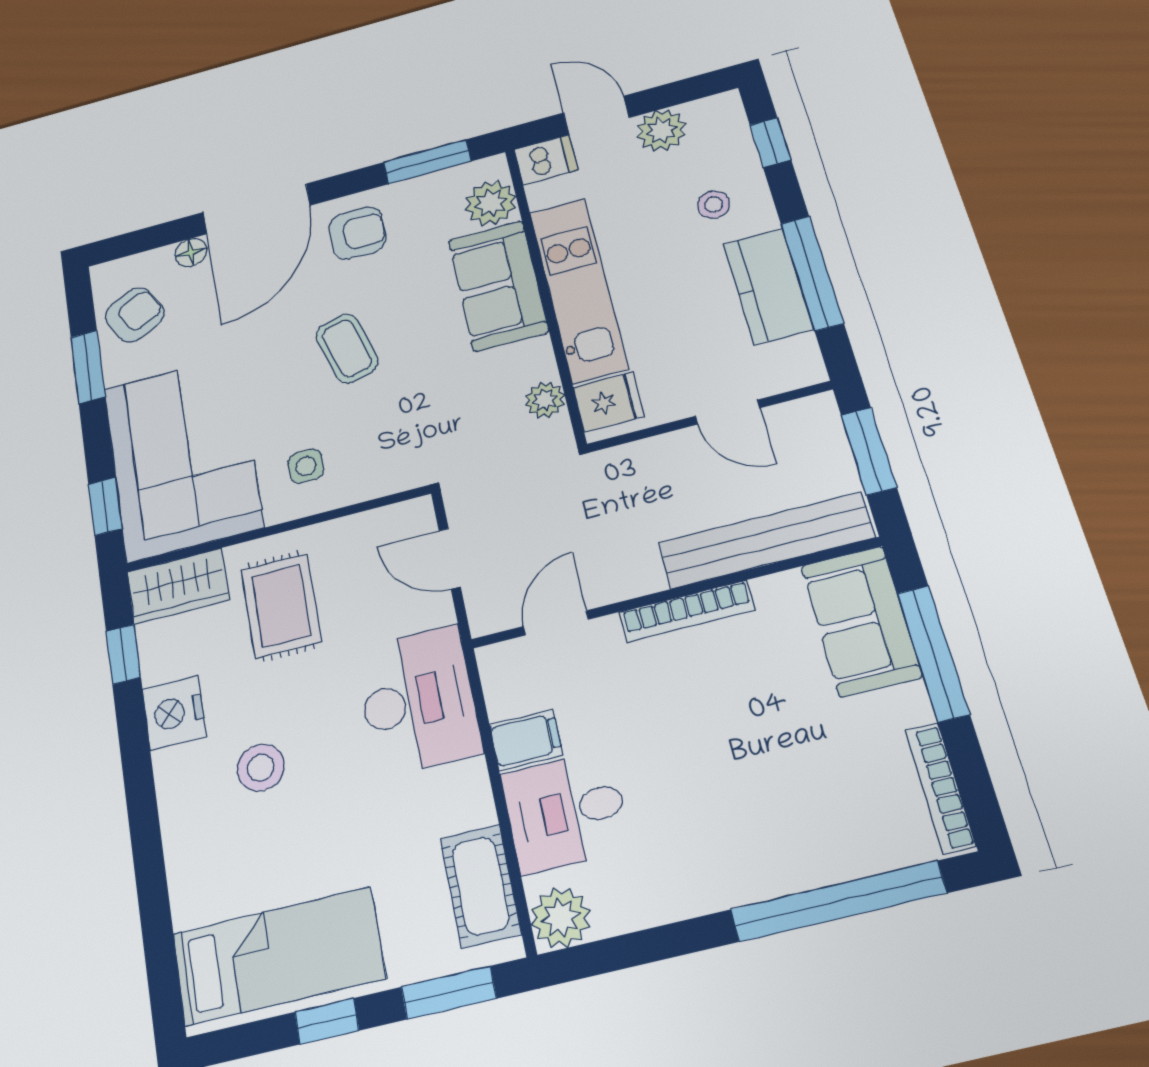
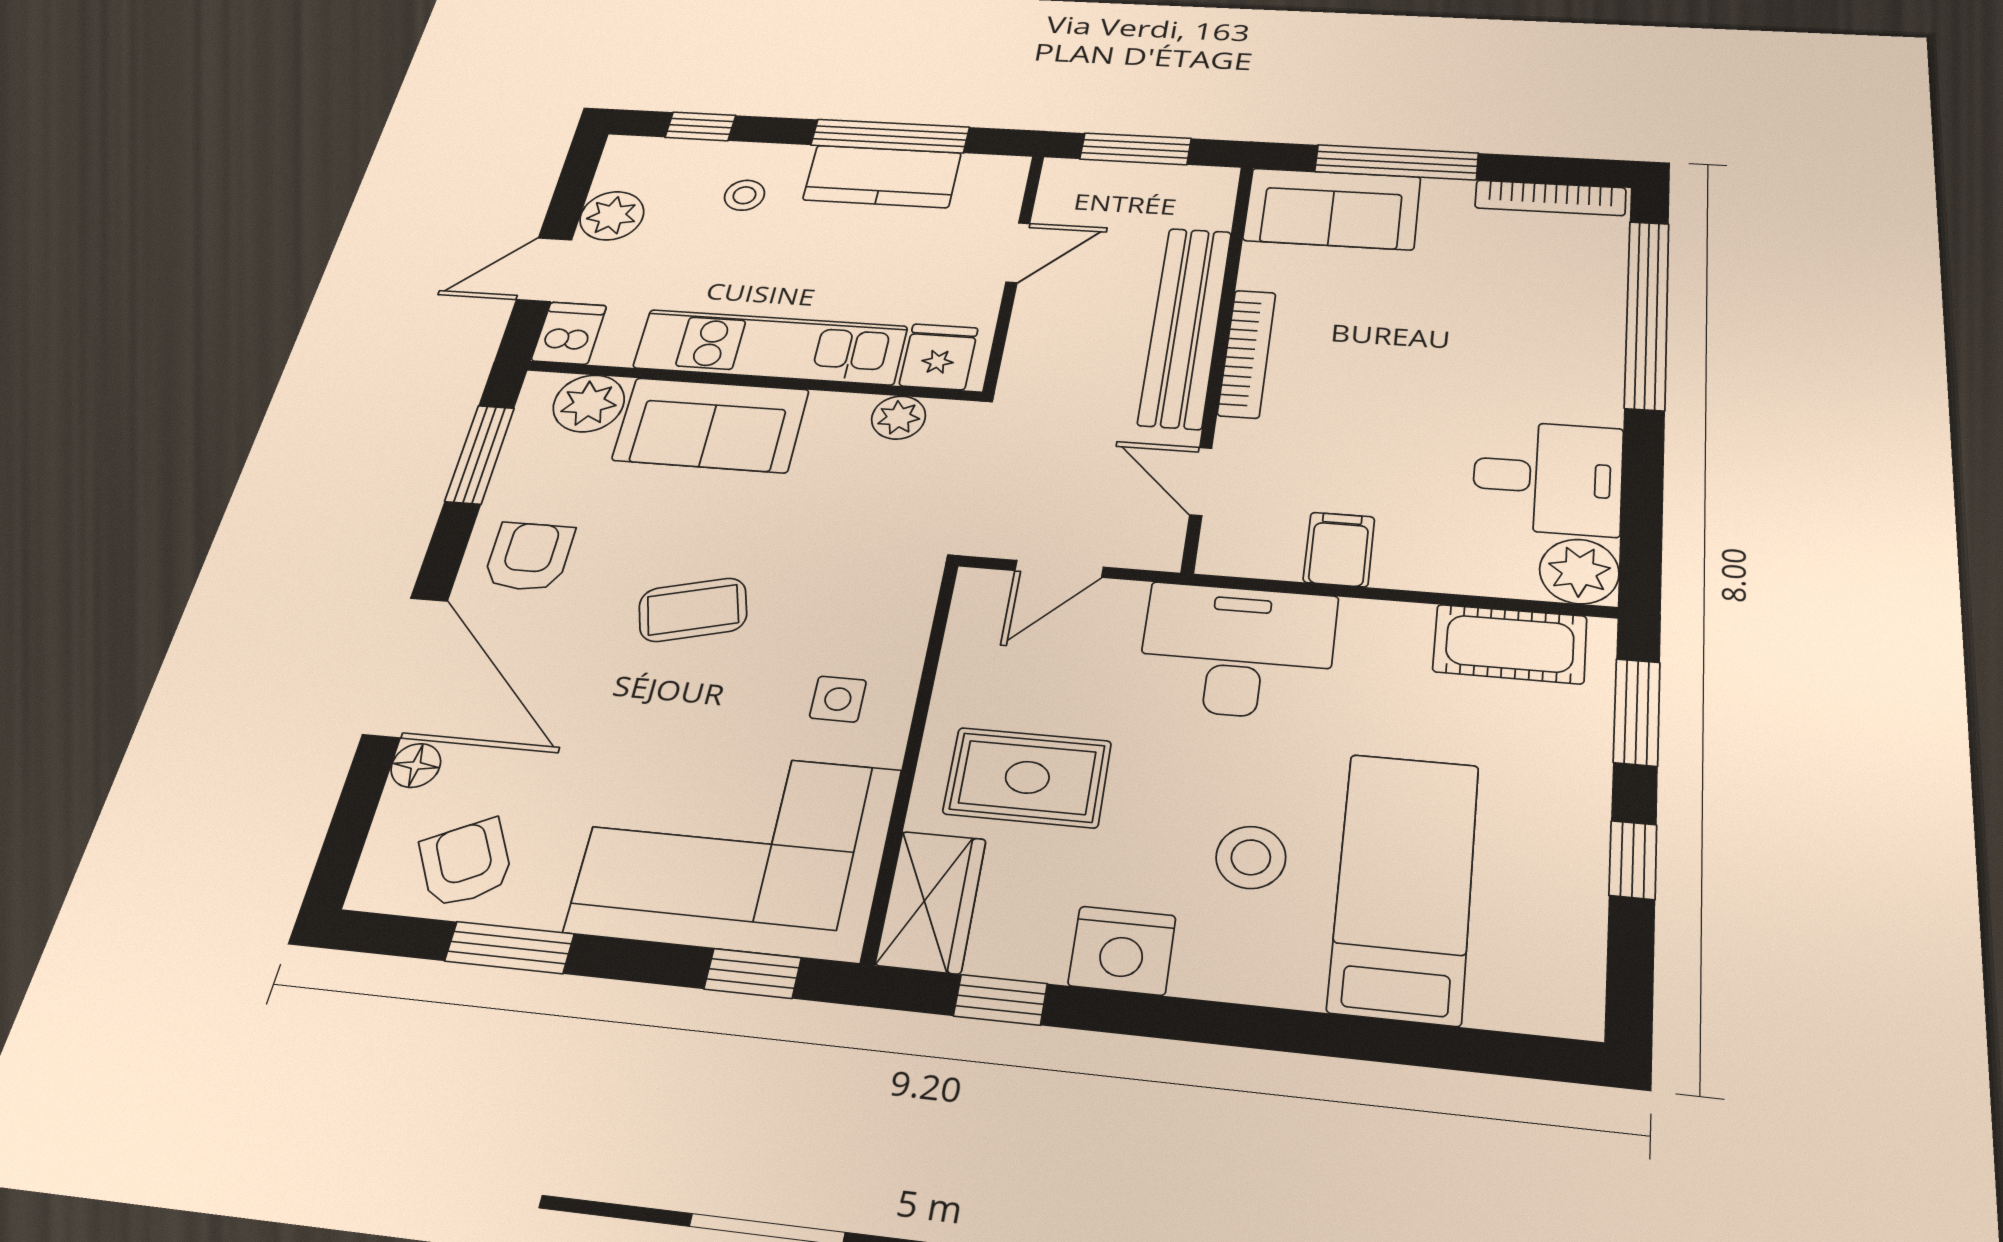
bench: (766, 540) -> (1185, 326), moved
desk: (566, 812) -> (1548, 478), moved, turned -90
bed: (278, 956) -> (1404, 886), moved

